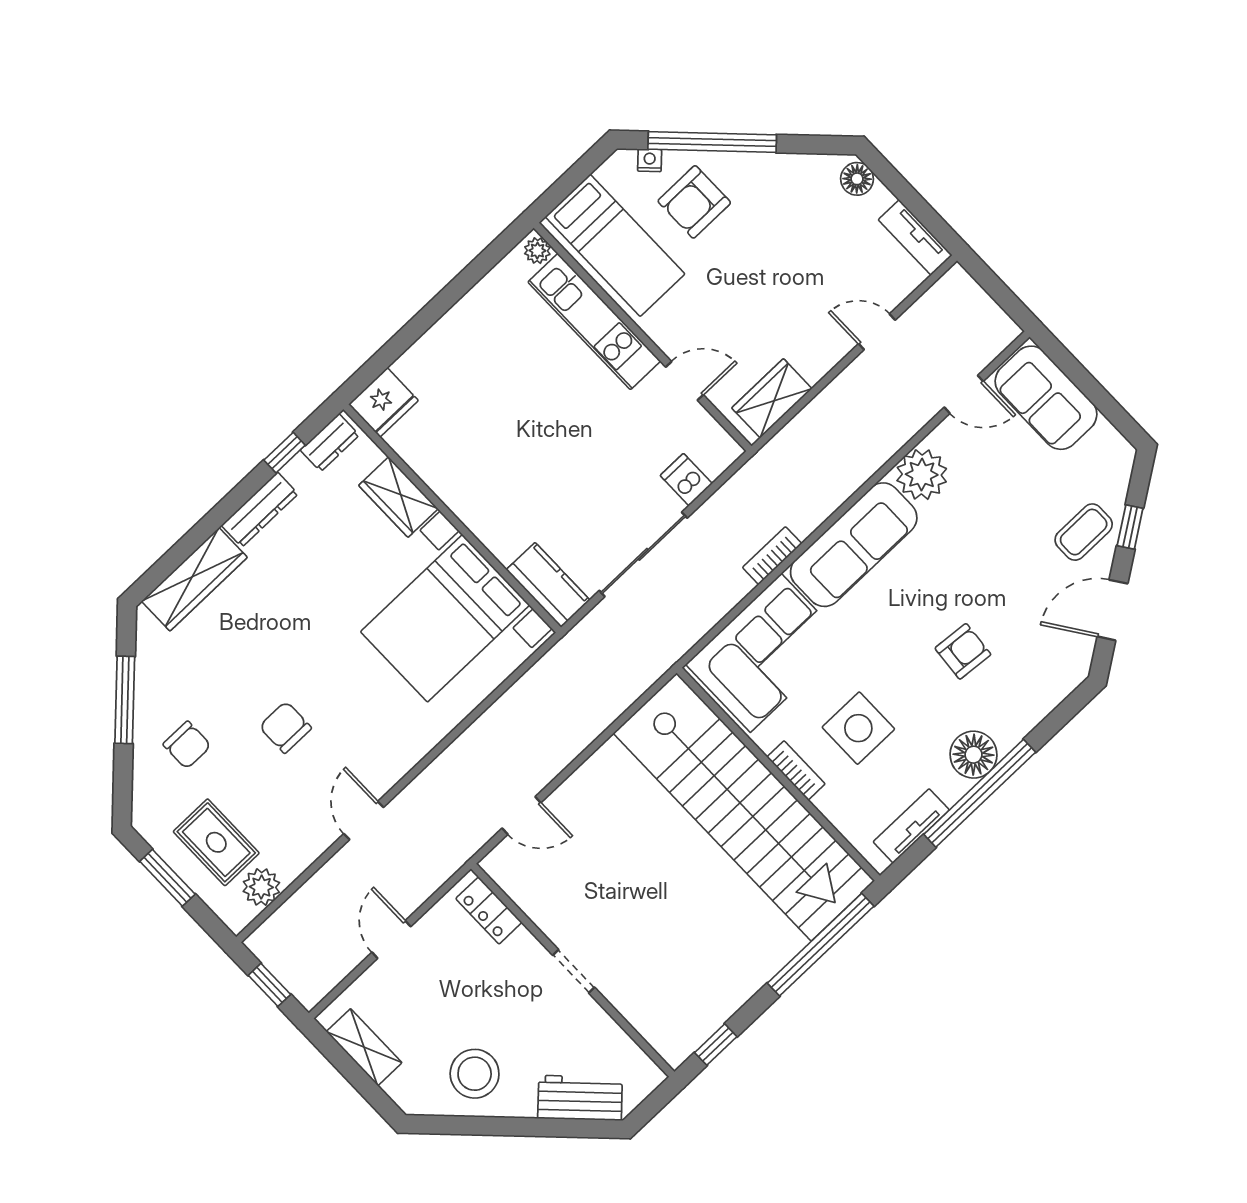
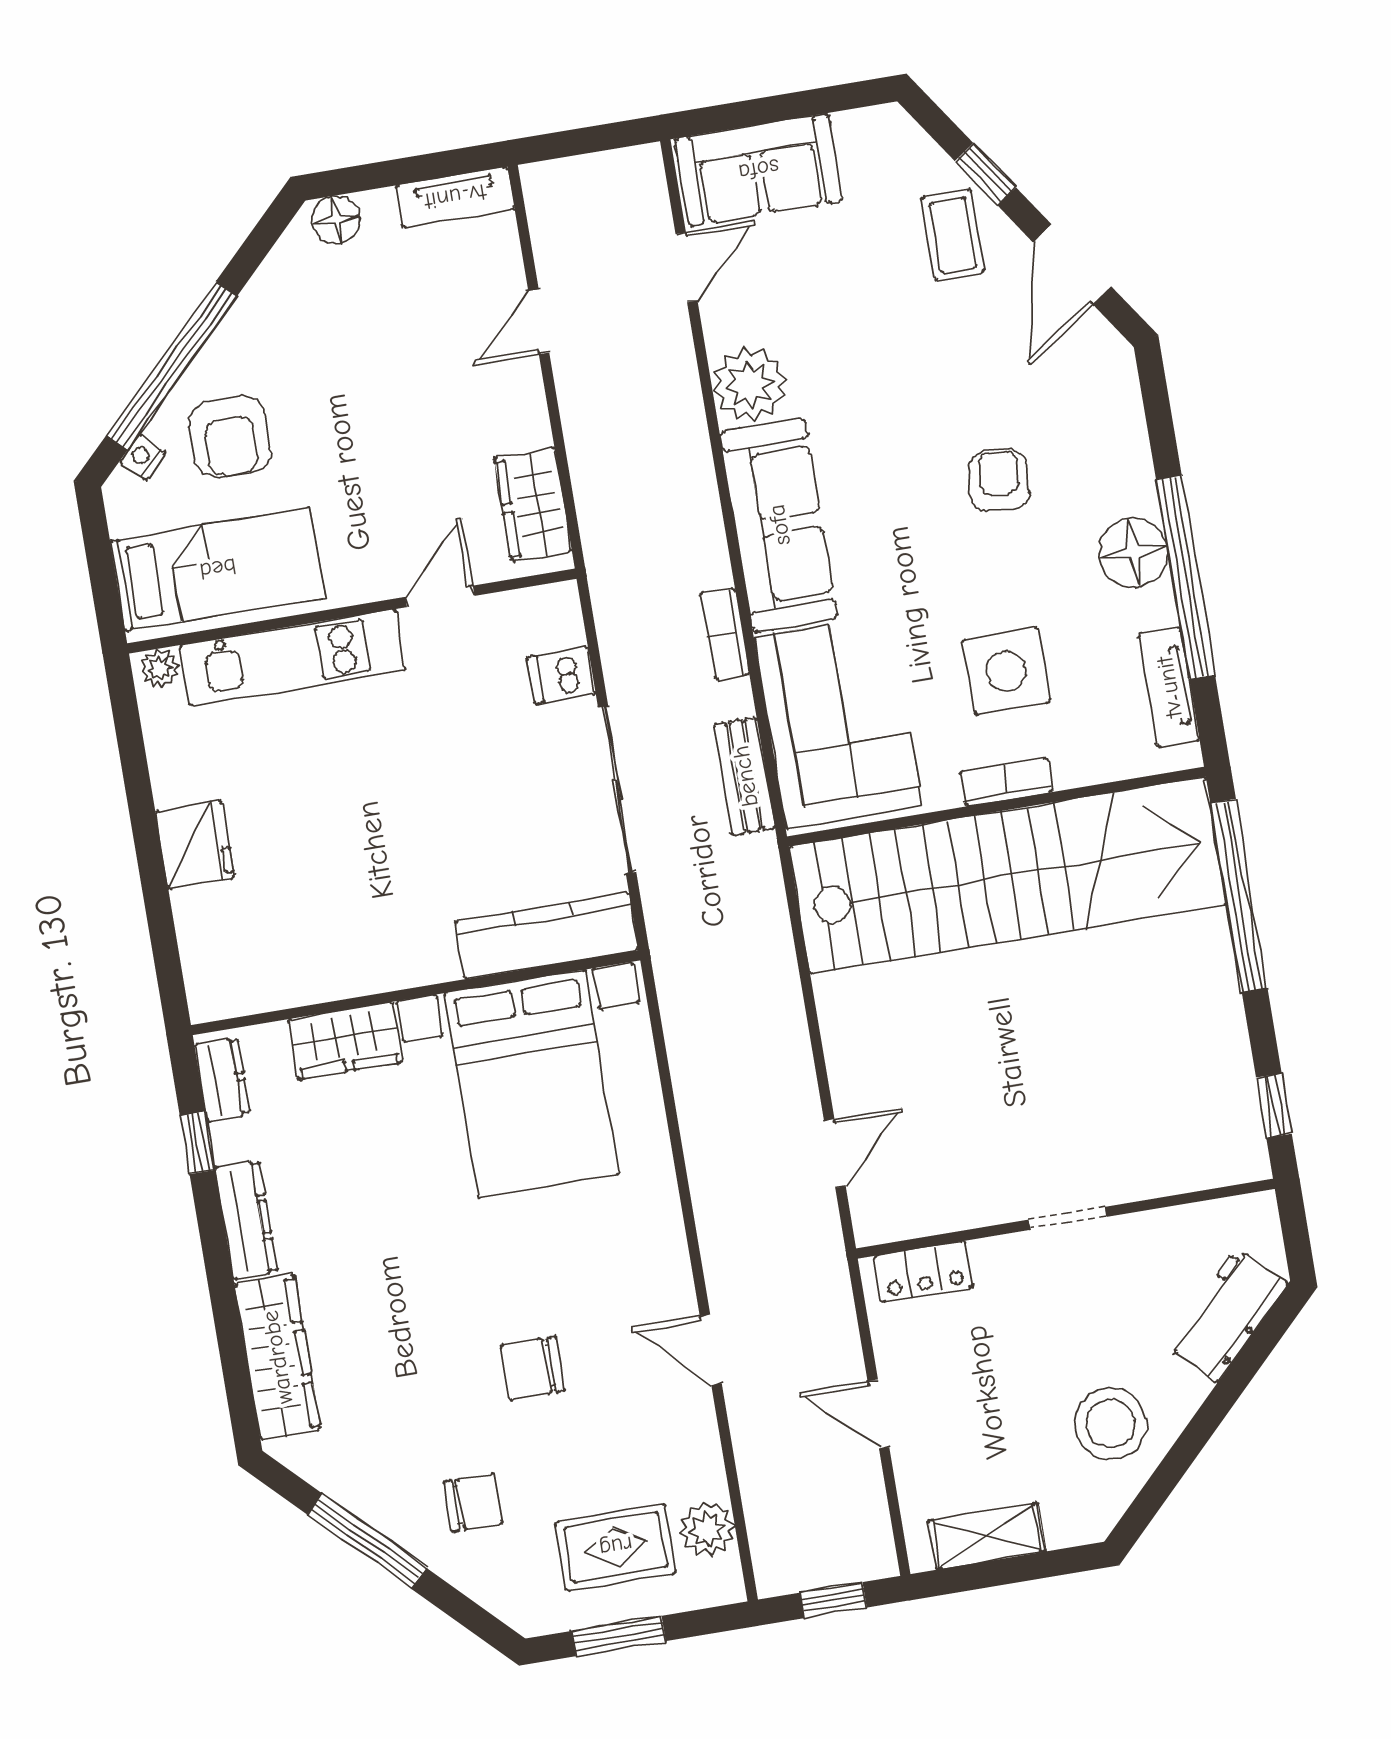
fridge: (384, 402) -> (195, 845), moved
kitchen counter: (548, 585) -> (547, 936), width x1.50
bench: (699, 621) -> (745, 776), added

